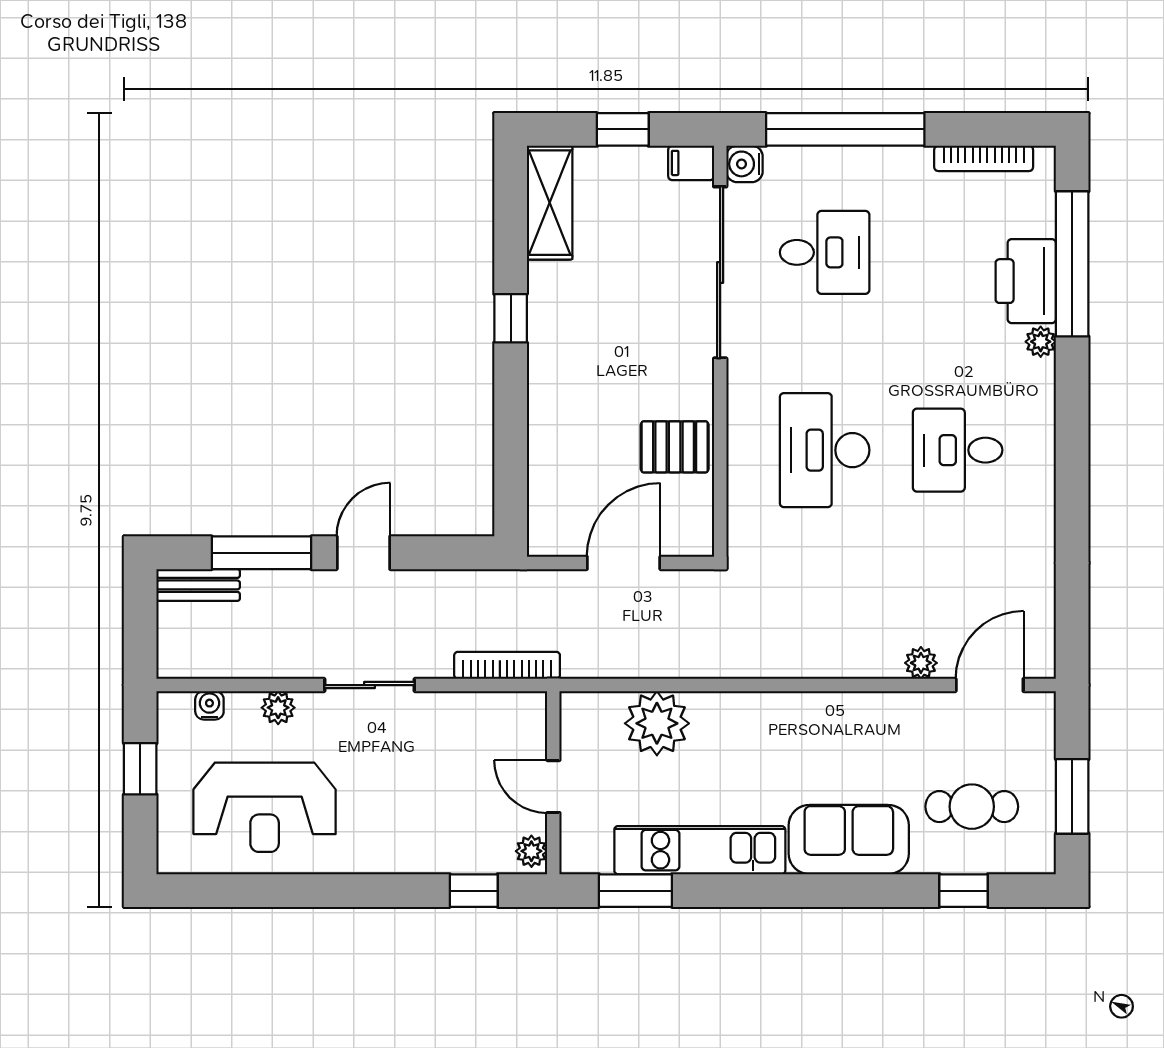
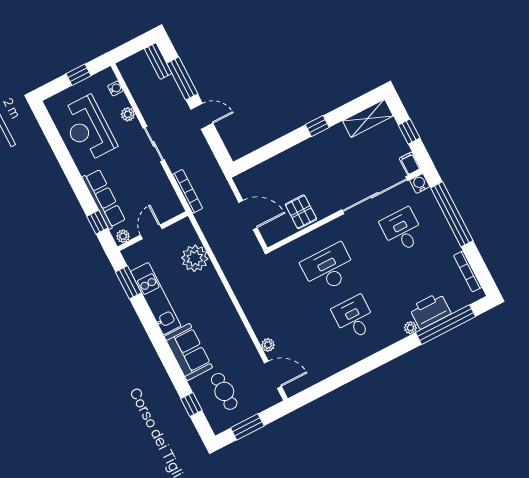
desk: (825, 252) -> (402, 230), turned 180
row of seats: (431, 851) -> (104, 199), added

